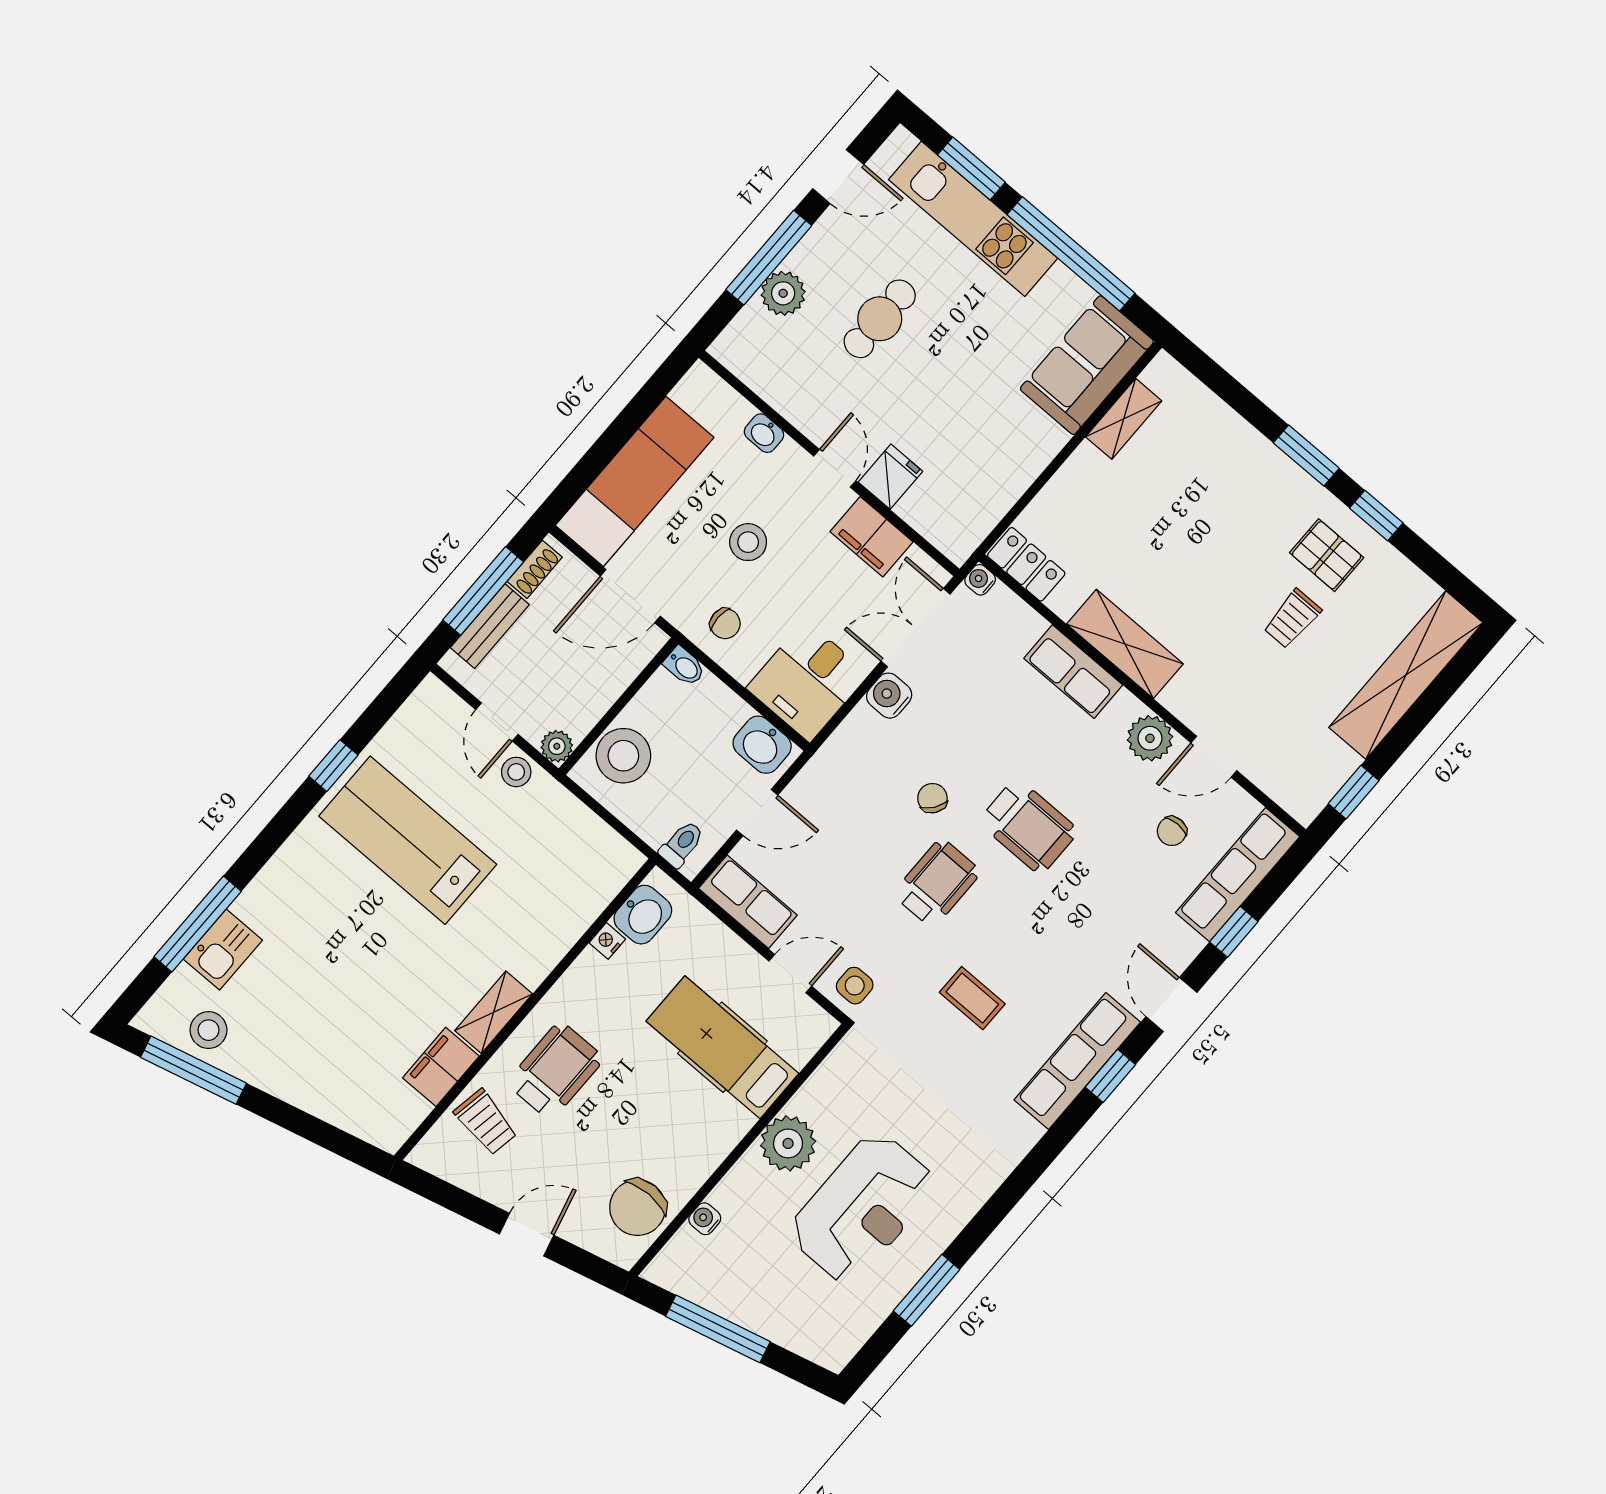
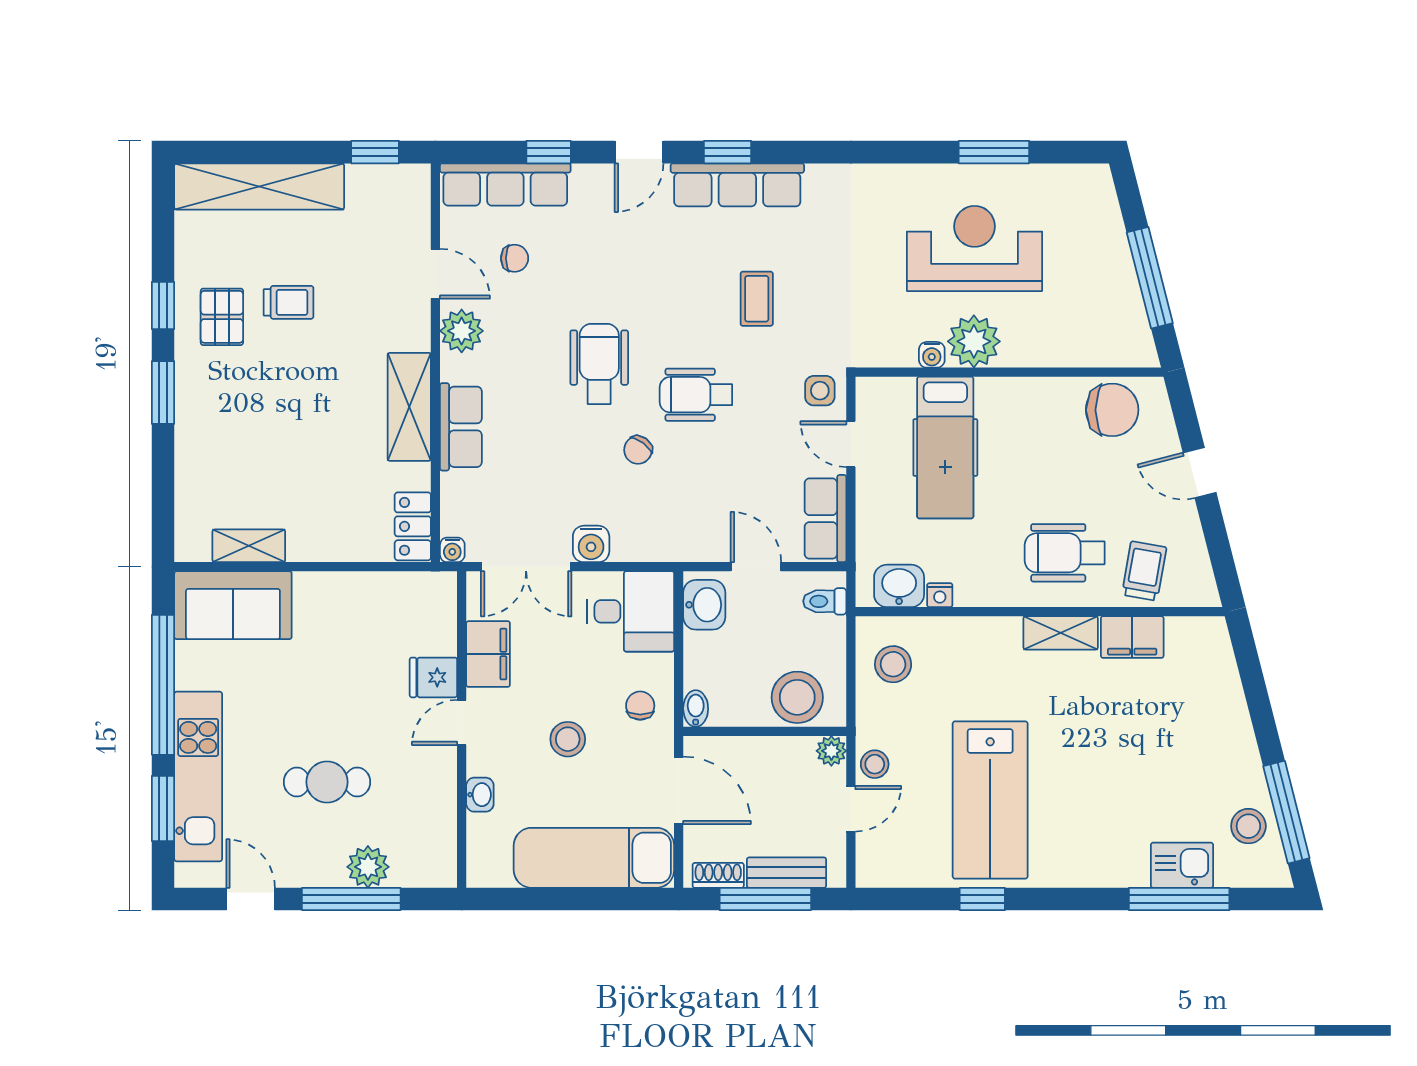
stool: (584, 856) -> (893, 664), added
water cooler: (705, 1219) -> (932, 355), moved

